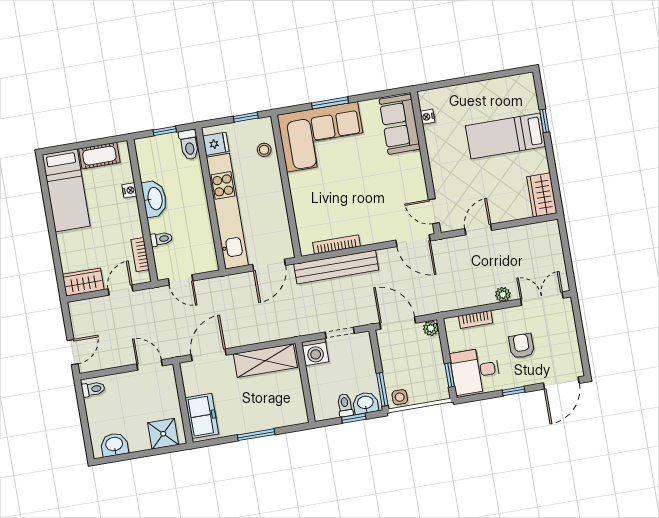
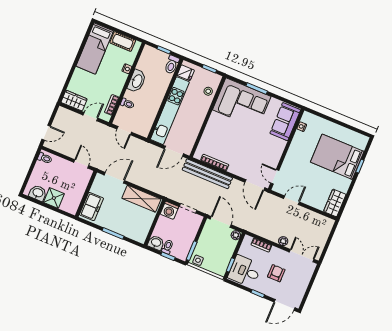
bed: (506, 136) -> (337, 157), width x1.50
washbasin: (365, 403) -> (156, 243), moved
shower: (163, 434) -> (54, 198), moved

